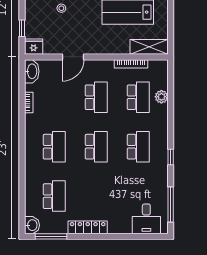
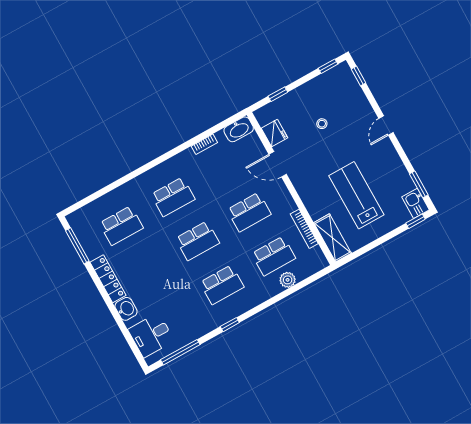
fridge: (34, 47) -> (274, 133), moved
washbasin: (32, 225) -> (126, 309), moved, turned -90

